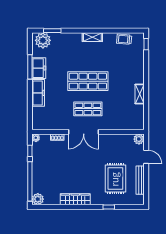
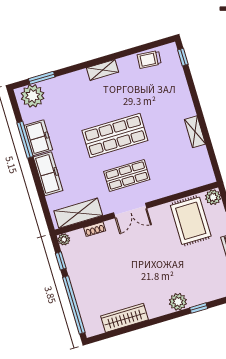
shelving: (50, 124) -> (78, 213), added
double door: (84, 132) -> (130, 210), width x0.73
rug: (115, 179) -> (191, 221), moved
plant: (38, 199) -> (178, 302), moved
wardrobe: (75, 199) -> (124, 318), moved

